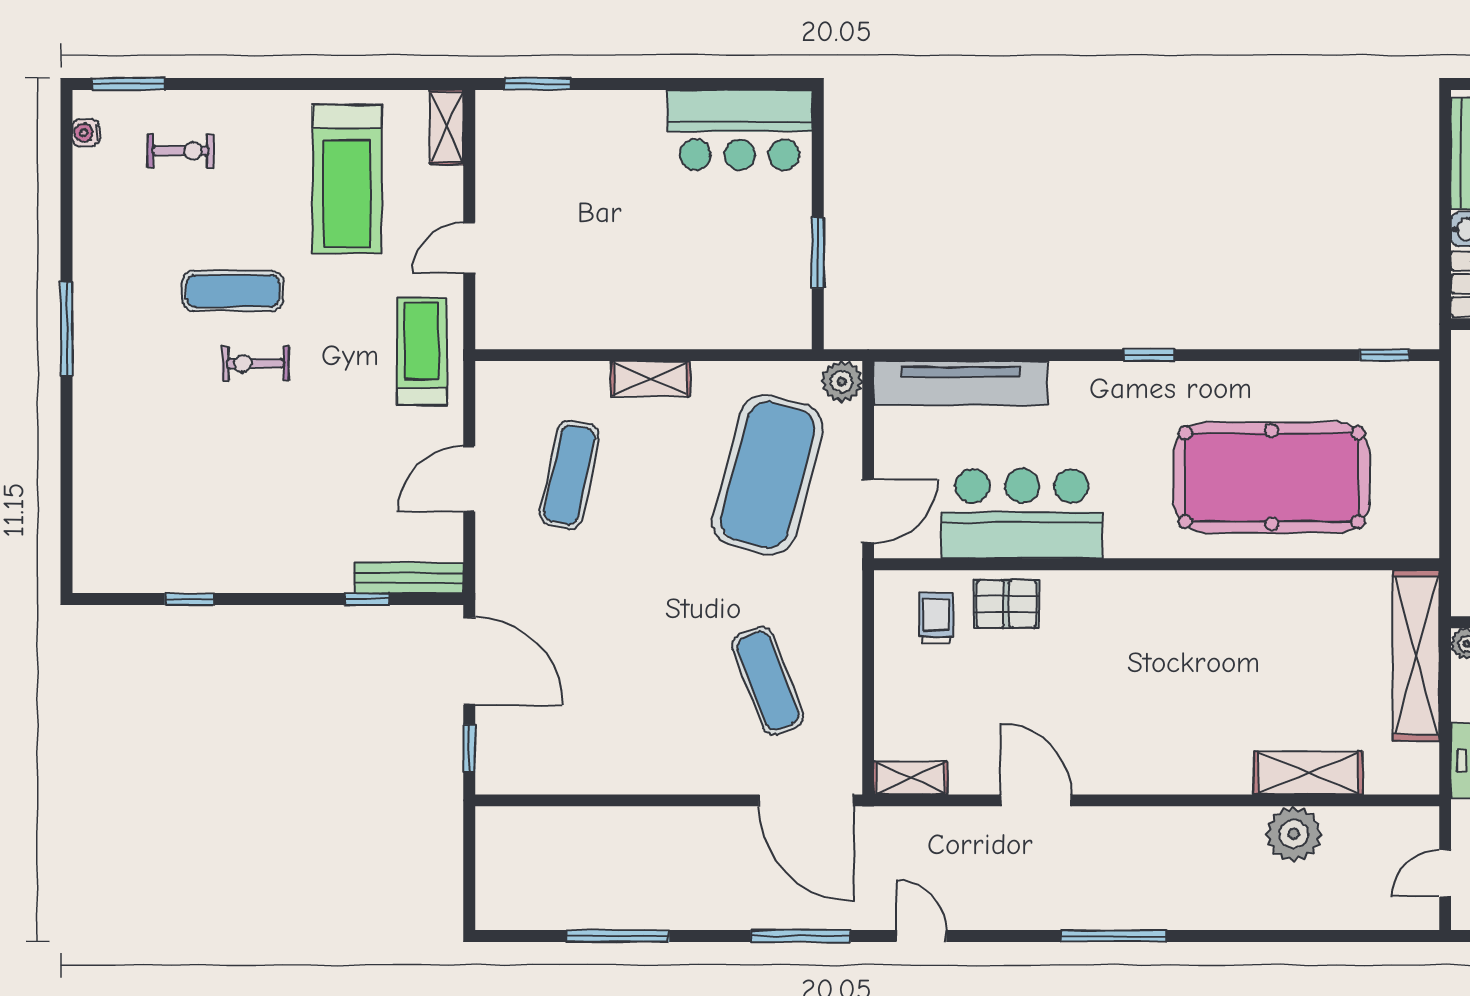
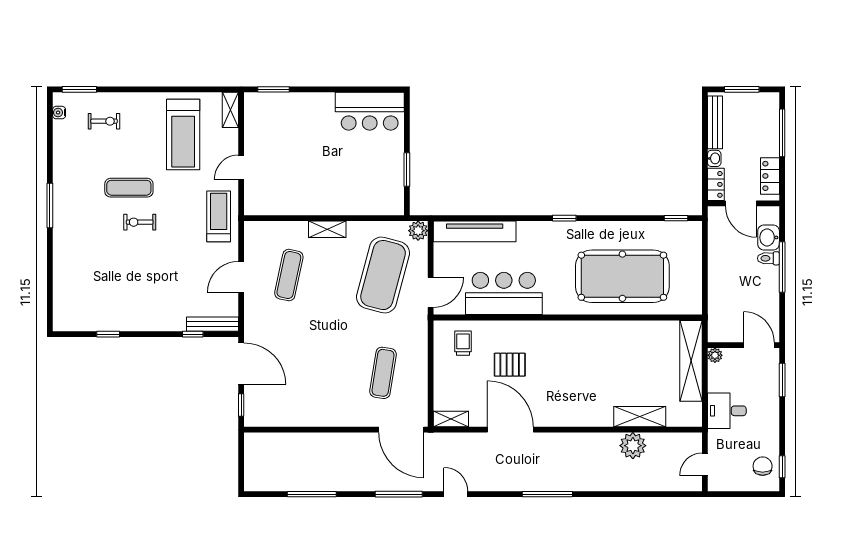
pallet: (1006, 604) -> (510, 365), moved
exercise mat: (768, 681) -> (383, 373), turned 30
door: (1036, 800) -> (510, 430), width x1.36

